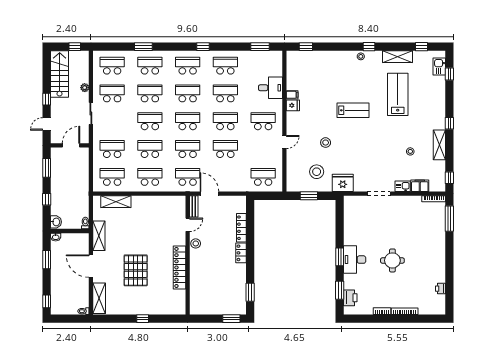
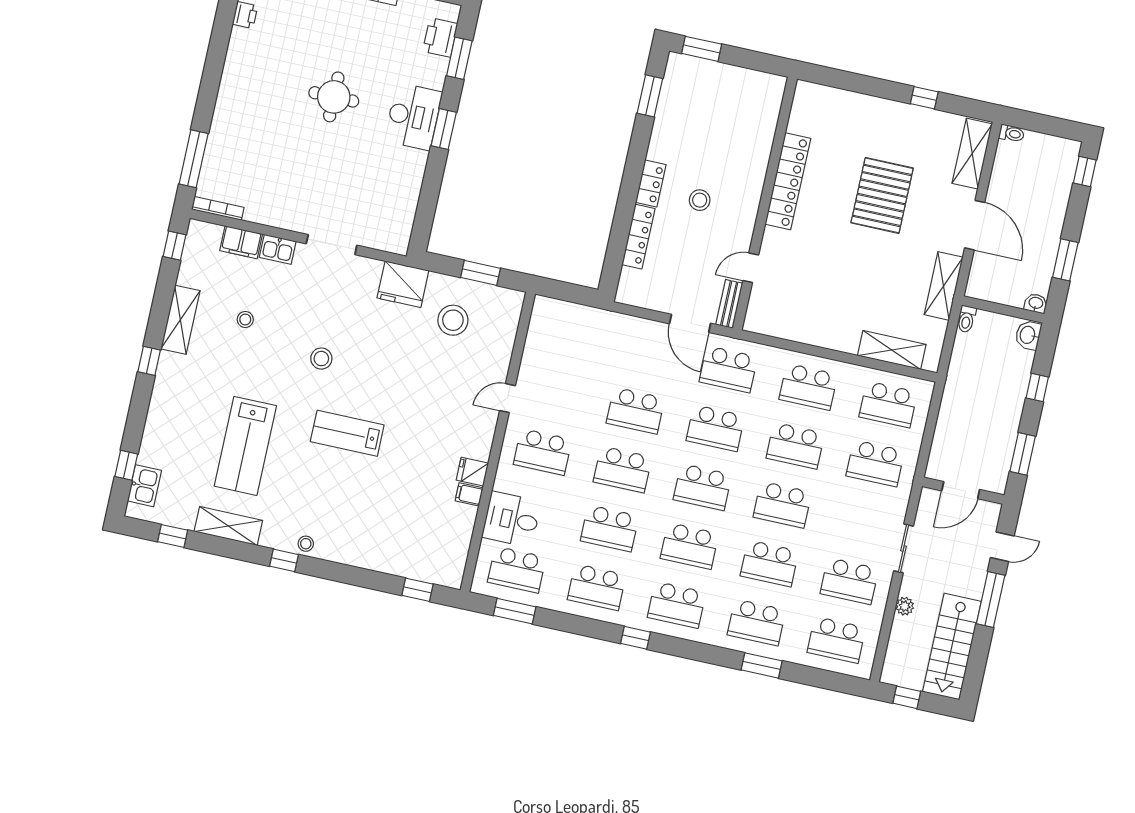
window: (47, 99) -> (991, 599), width x2.17
stool: (326, 143) -> (321, 359), moved
school desk: (263, 177) -> (517, 570), moved
stool: (196, 243) -> (700, 200), moved
window: (143, 319) -> (924, 98), moved

